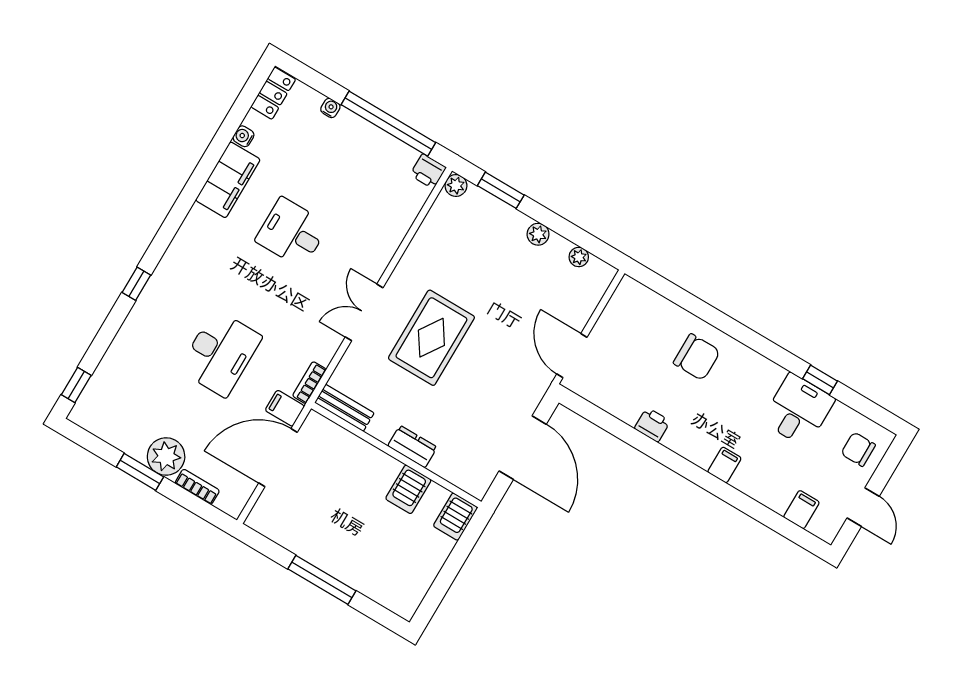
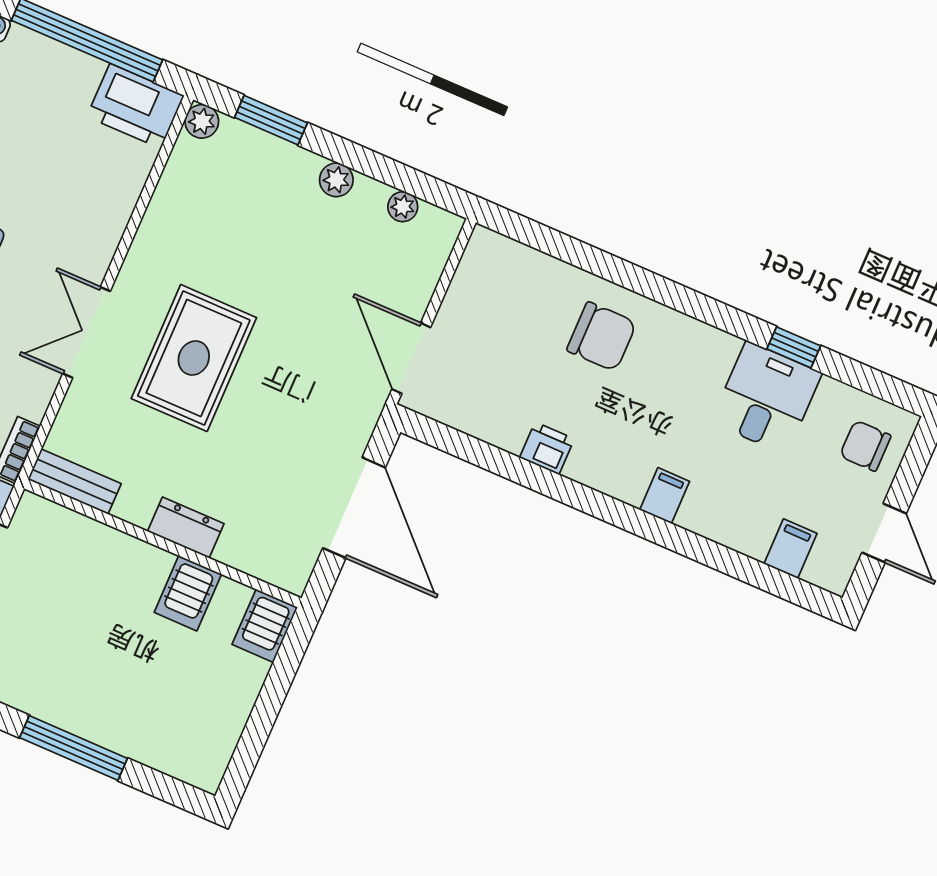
printer: (428, 171) -> (135, 106), width x1.87, depth x1.48

